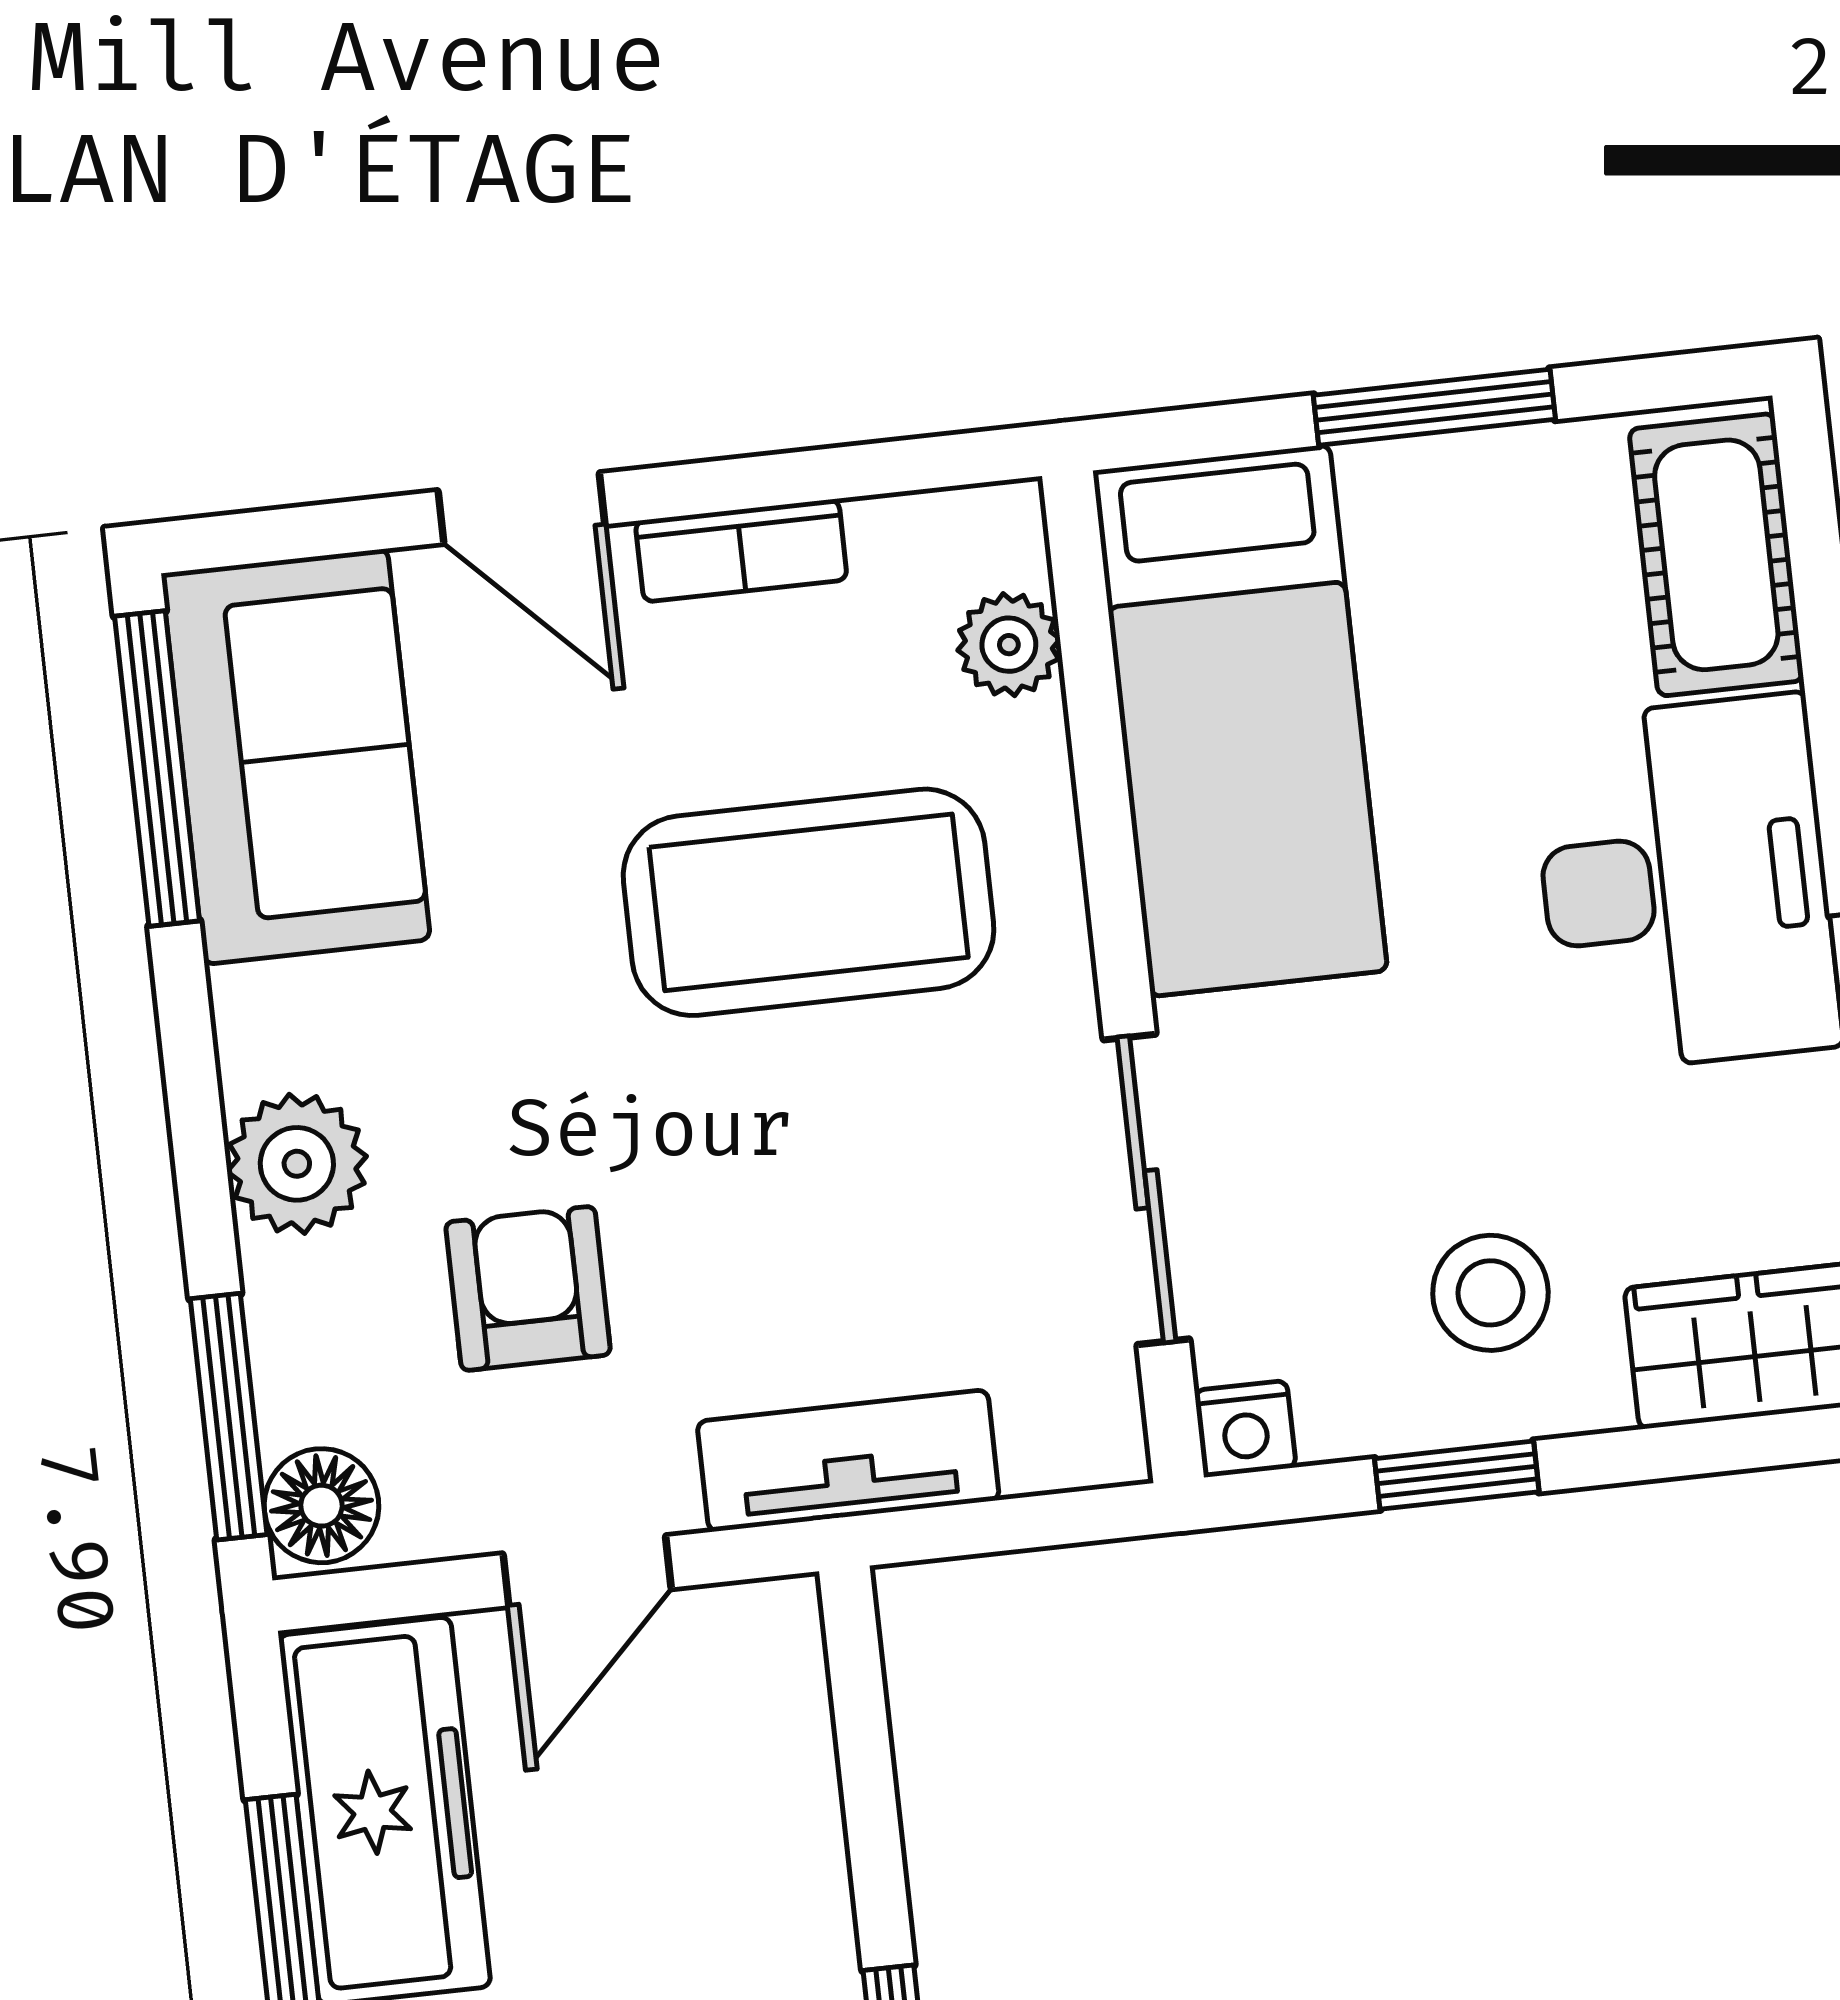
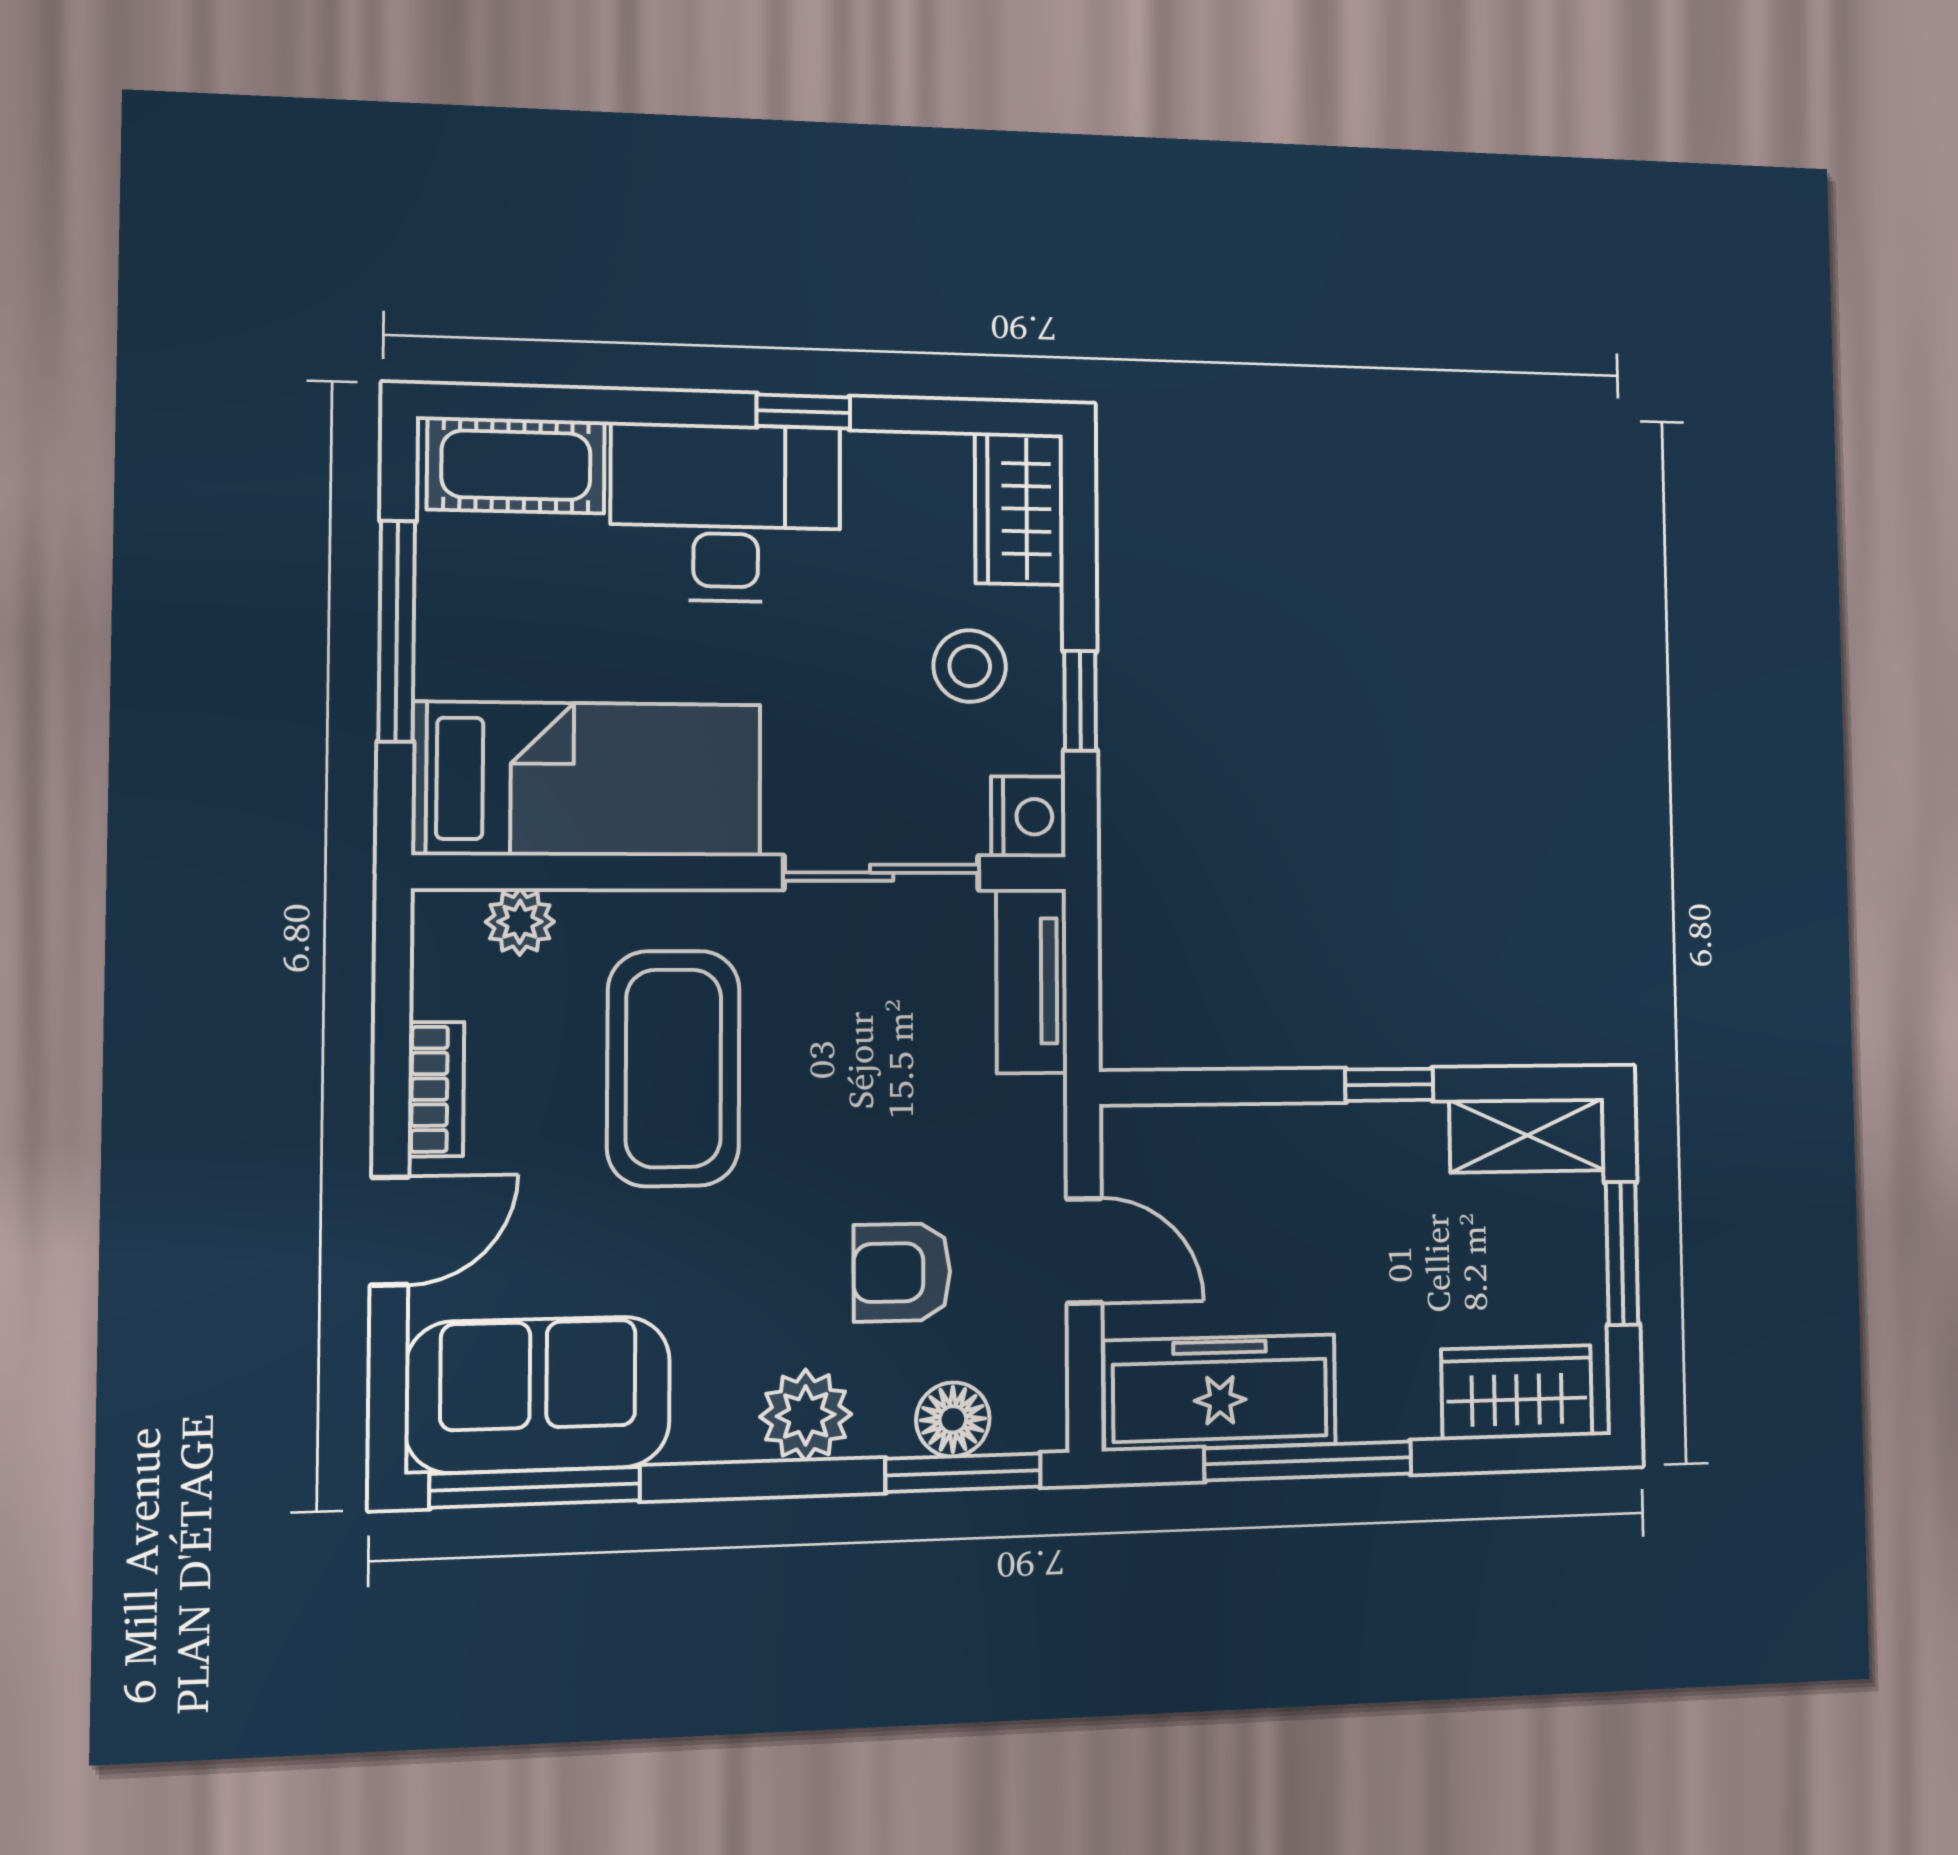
window: (1434, 407) -> (397, 631), width x1.44
nightstand: (1245, 1429) -> (1028, 817), width x1.39, depth x1.35
tv unit: (848, 1461) -> (1032, 981), moved
floor lamp: (321, 1506) -> (953, 1419), moved

